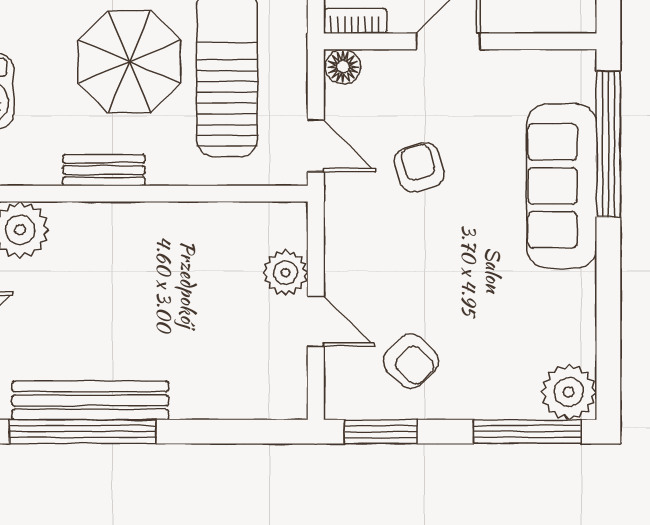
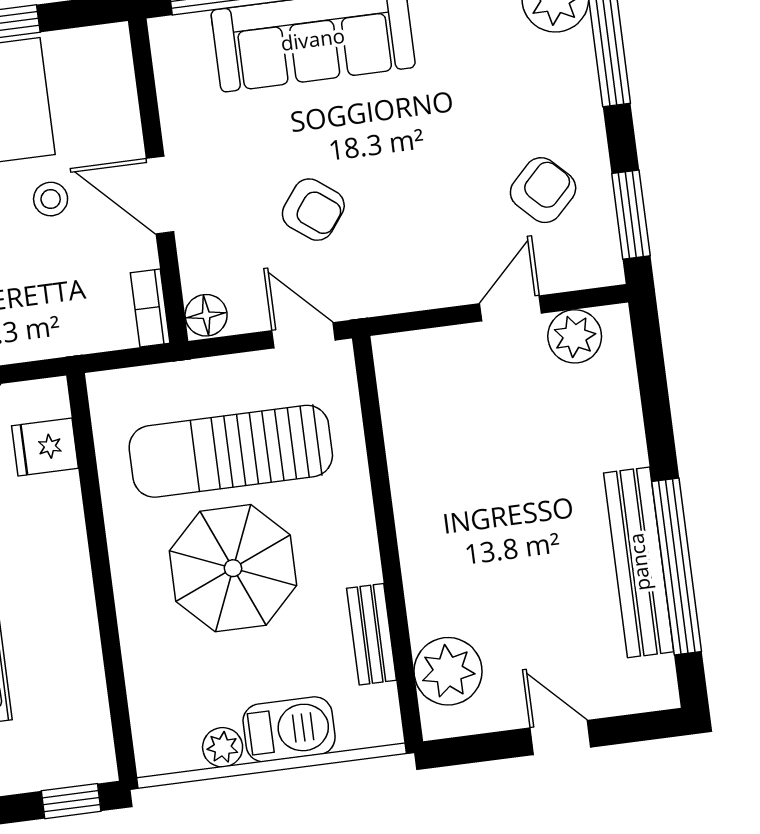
door: (316, 146) -> (304, 335), hinge flipped
armchair: (419, 168) -> (313, 210), turned -127
bench: (104, 170) -> (372, 634), moved
plant: (285, 273) -> (575, 336), moved

